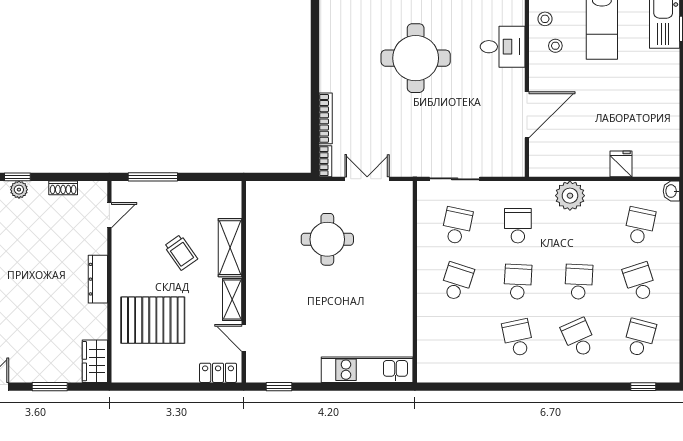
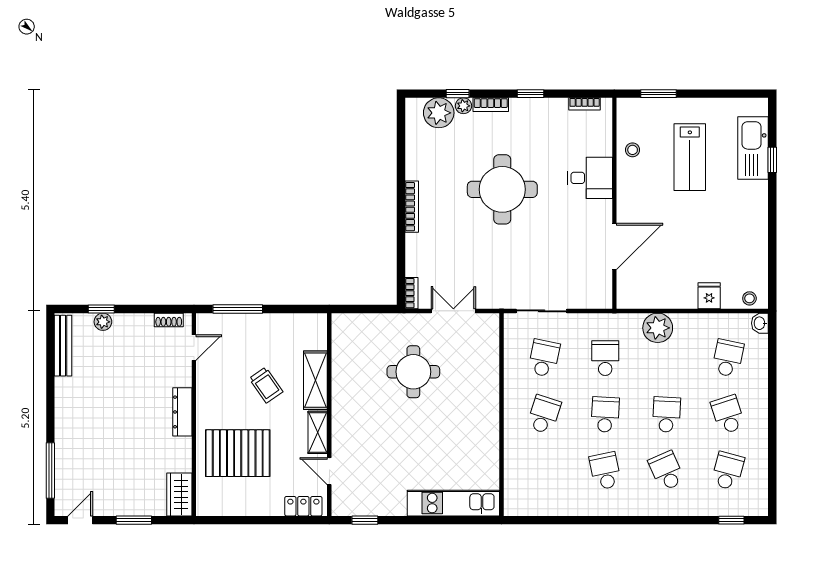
stool: (555, 46) -> (749, 298), moved
bookcase: (326, 118) -> (412, 207), moved
shoe rack: (63, 188) -> (169, 320), moved

